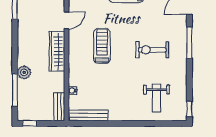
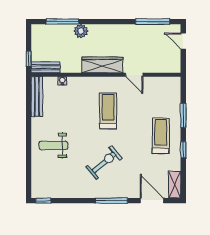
treadmill: (102, 46) -> (108, 111), turned -90
exercise bike: (152, 50) -> (104, 163), turned 50
weight bench: (157, 98) -> (53, 145), moved
window: (30, 123) -> (29, 59), moved

